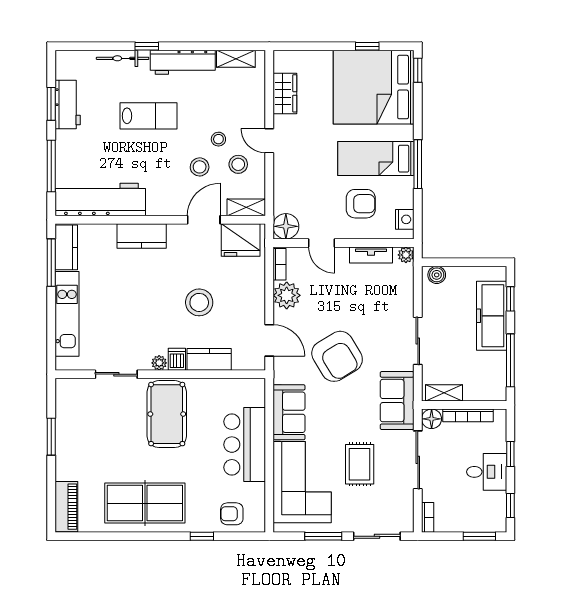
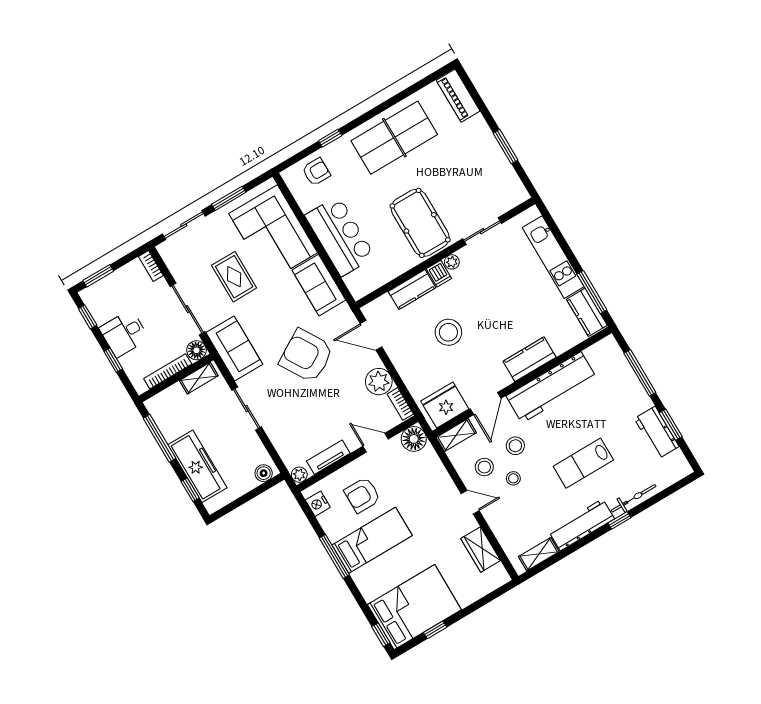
bed: (374, 87) -> (414, 607), width x0.73
workbench: (100, 200) -> (551, 387), moved

